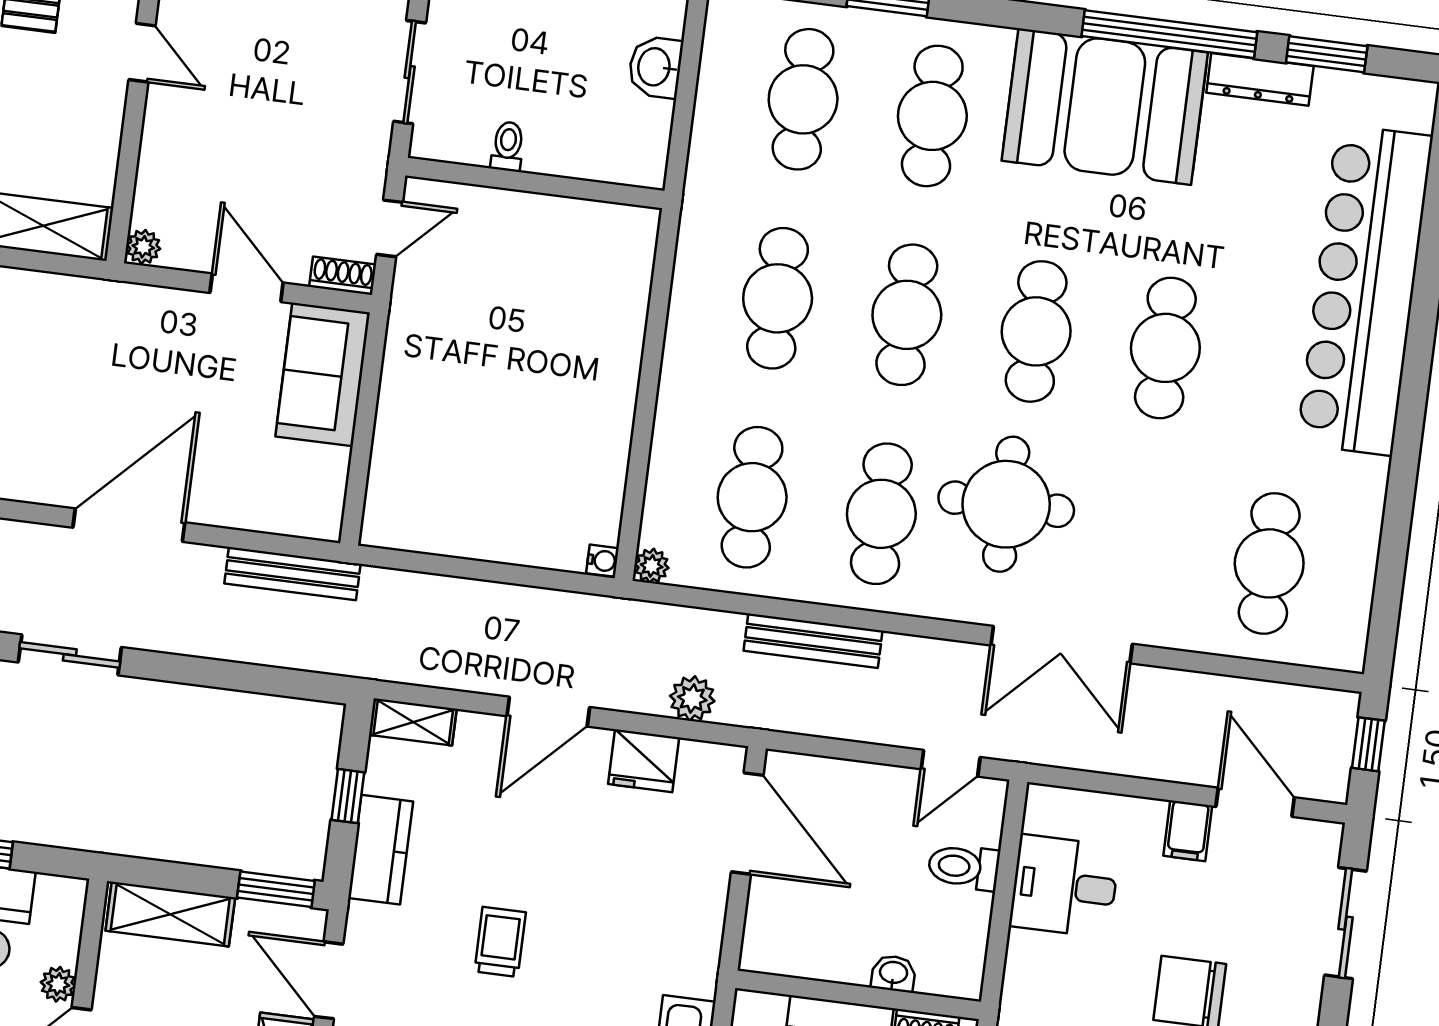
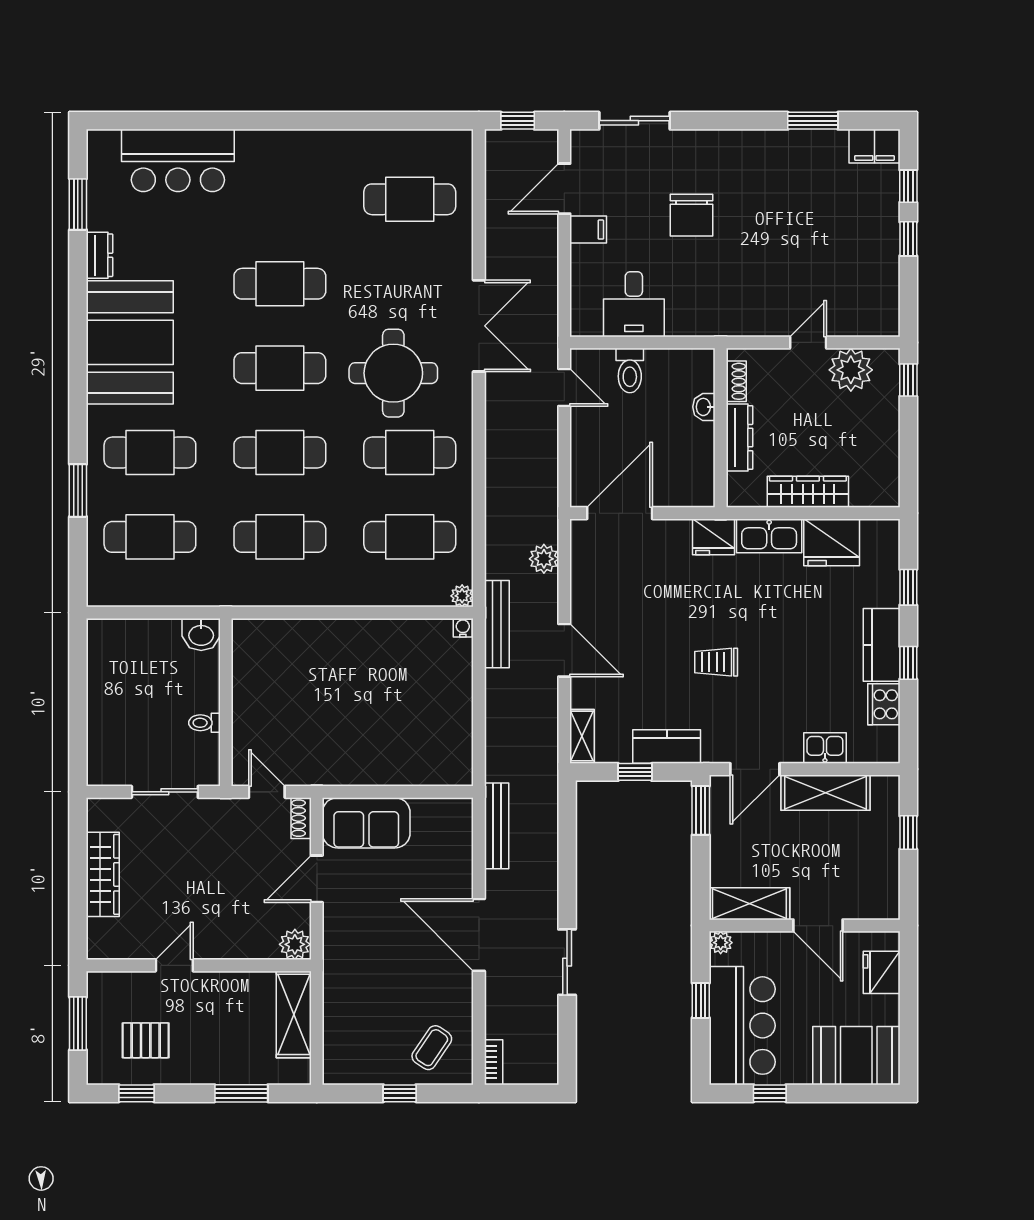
window: (1169, 34) -> (78, 307), removed
washbasin: (655, 67) -> (201, 634), moved
dresser: (1260, 79) -> (99, 255), width x0.70
plant: (143, 247) -> (295, 944), width x1.38, depth x1.38
bar counter: (1365, 290) -> (178, 160), width x0.54
bench: (813, 641) -> (497, 624), moved
fridge: (644, 761) -> (714, 537), moved, turned 90
shelving: (170, 914) -> (749, 904), moved, turned 90
plant: (58, 984) -> (721, 943), moved

